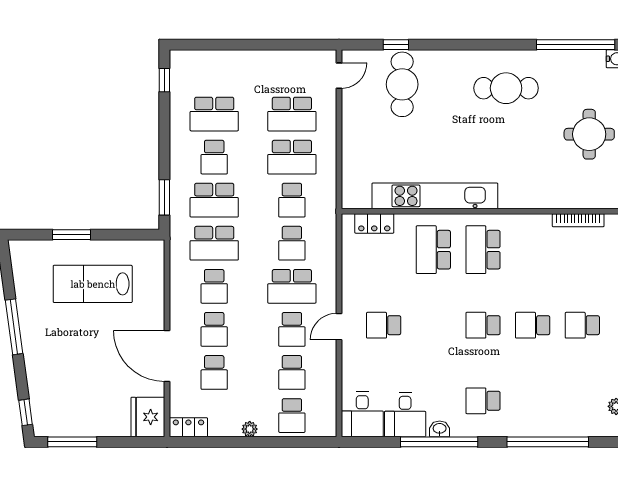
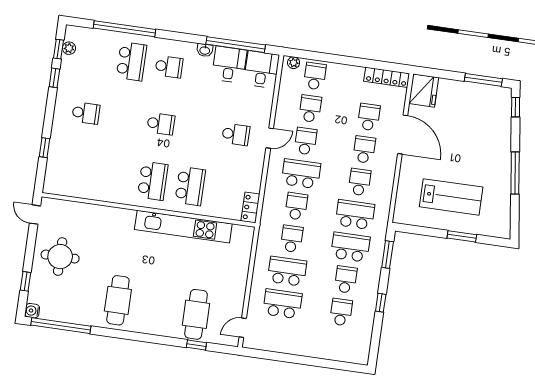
window: (164, 80) -> (381, 303), moved
cafe table: (506, 88) -> (118, 300), turned 90
school desk: (214, 114) -> (341, 312), width x0.54
bookcase: (578, 220) -> (78, 193), removed
locker: (374, 223) -> (250, 207), moved, turned -90
school desk: (533, 325) -> (131, 61), moved, width x1.85
locker: (188, 427) -> (387, 77), width x1.53
plant: (250, 429) -> (294, 63), moved
window: (439, 442) -> (236, 45), moved

